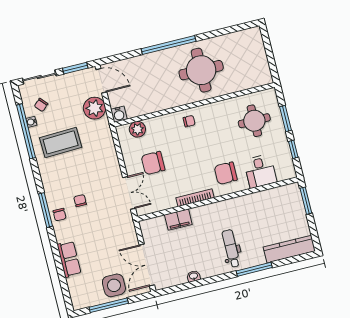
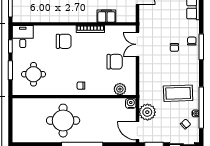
desk: (260, 171) -> (23, 37), moved

